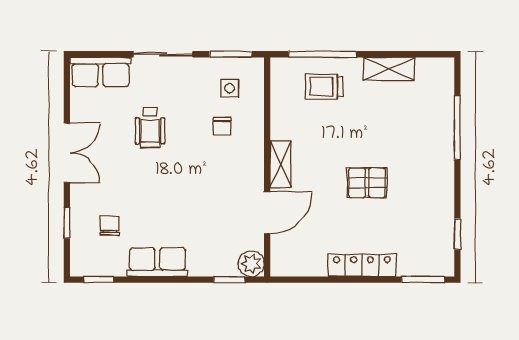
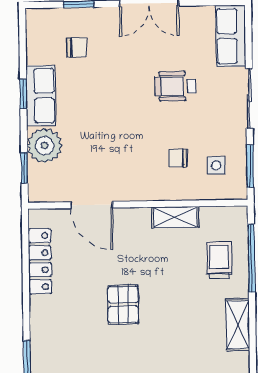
shelving: (281, 164) -> (175, 217), moved
plant: (251, 264) -> (45, 146), moved, width x1.36, depth x1.36
locker: (362, 265) -> (40, 261), moved
window: (99, 280) -> (23, 94), moved

